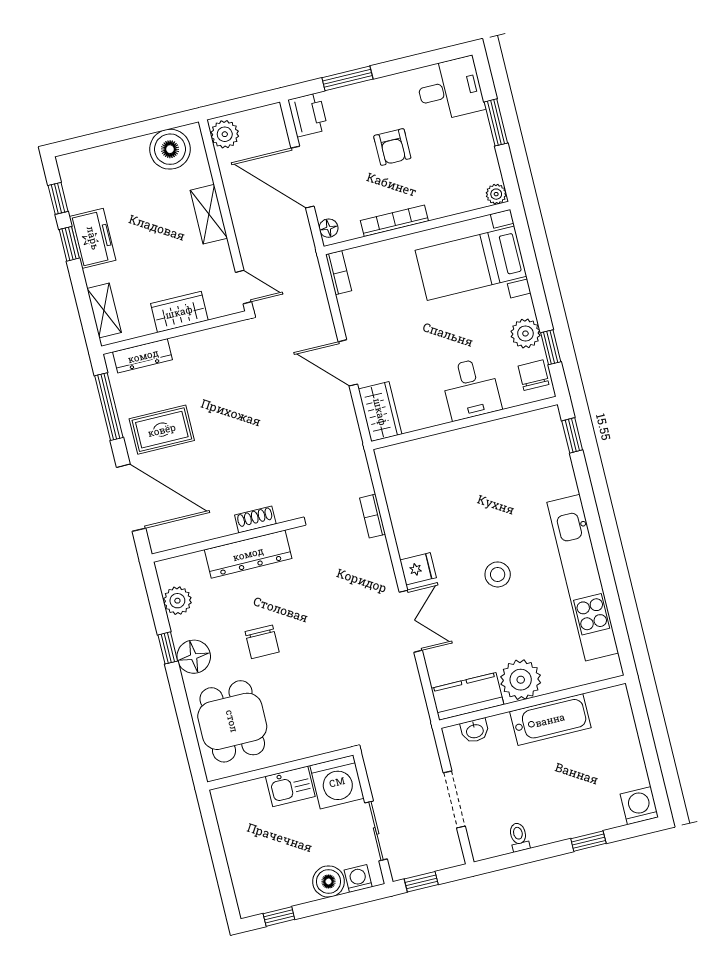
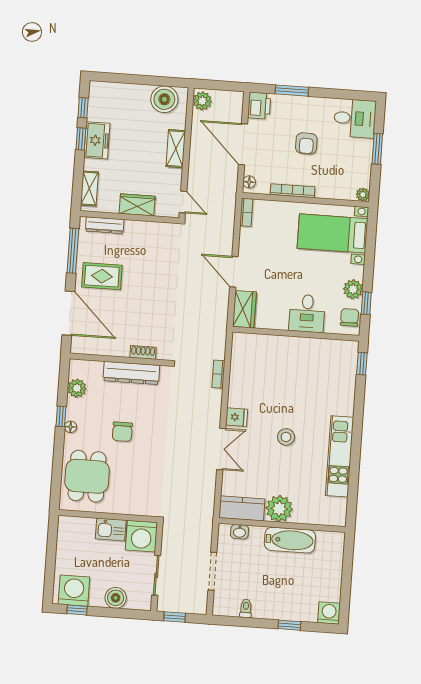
kitchen unit: (583, 578) -> (340, 456), width x0.73
floor lamp: (194, 657) -> (71, 427), width x0.53, depth x0.53
washing machine: (358, 878) -> (74, 591), moved, width x1.89, depth x1.89

